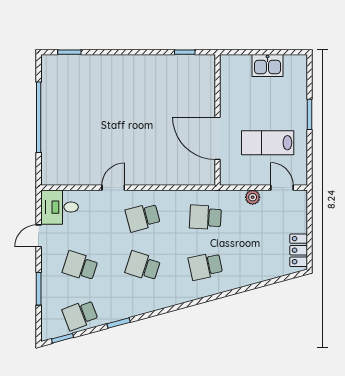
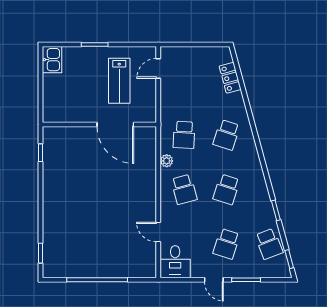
kitchen sink: (268, 65) -> (52, 60), moved
door: (217, 138) -> (115, 124), hinge flipped
door: (113, 188) -> (158, 232), moved
plant: (253, 197) -> (167, 161), moved
door: (39, 236) -> (214, 280), moved
locker: (299, 250) -> (230, 78), moved, turned 75
school desk: (205, 266) -> (227, 135), turned 30

